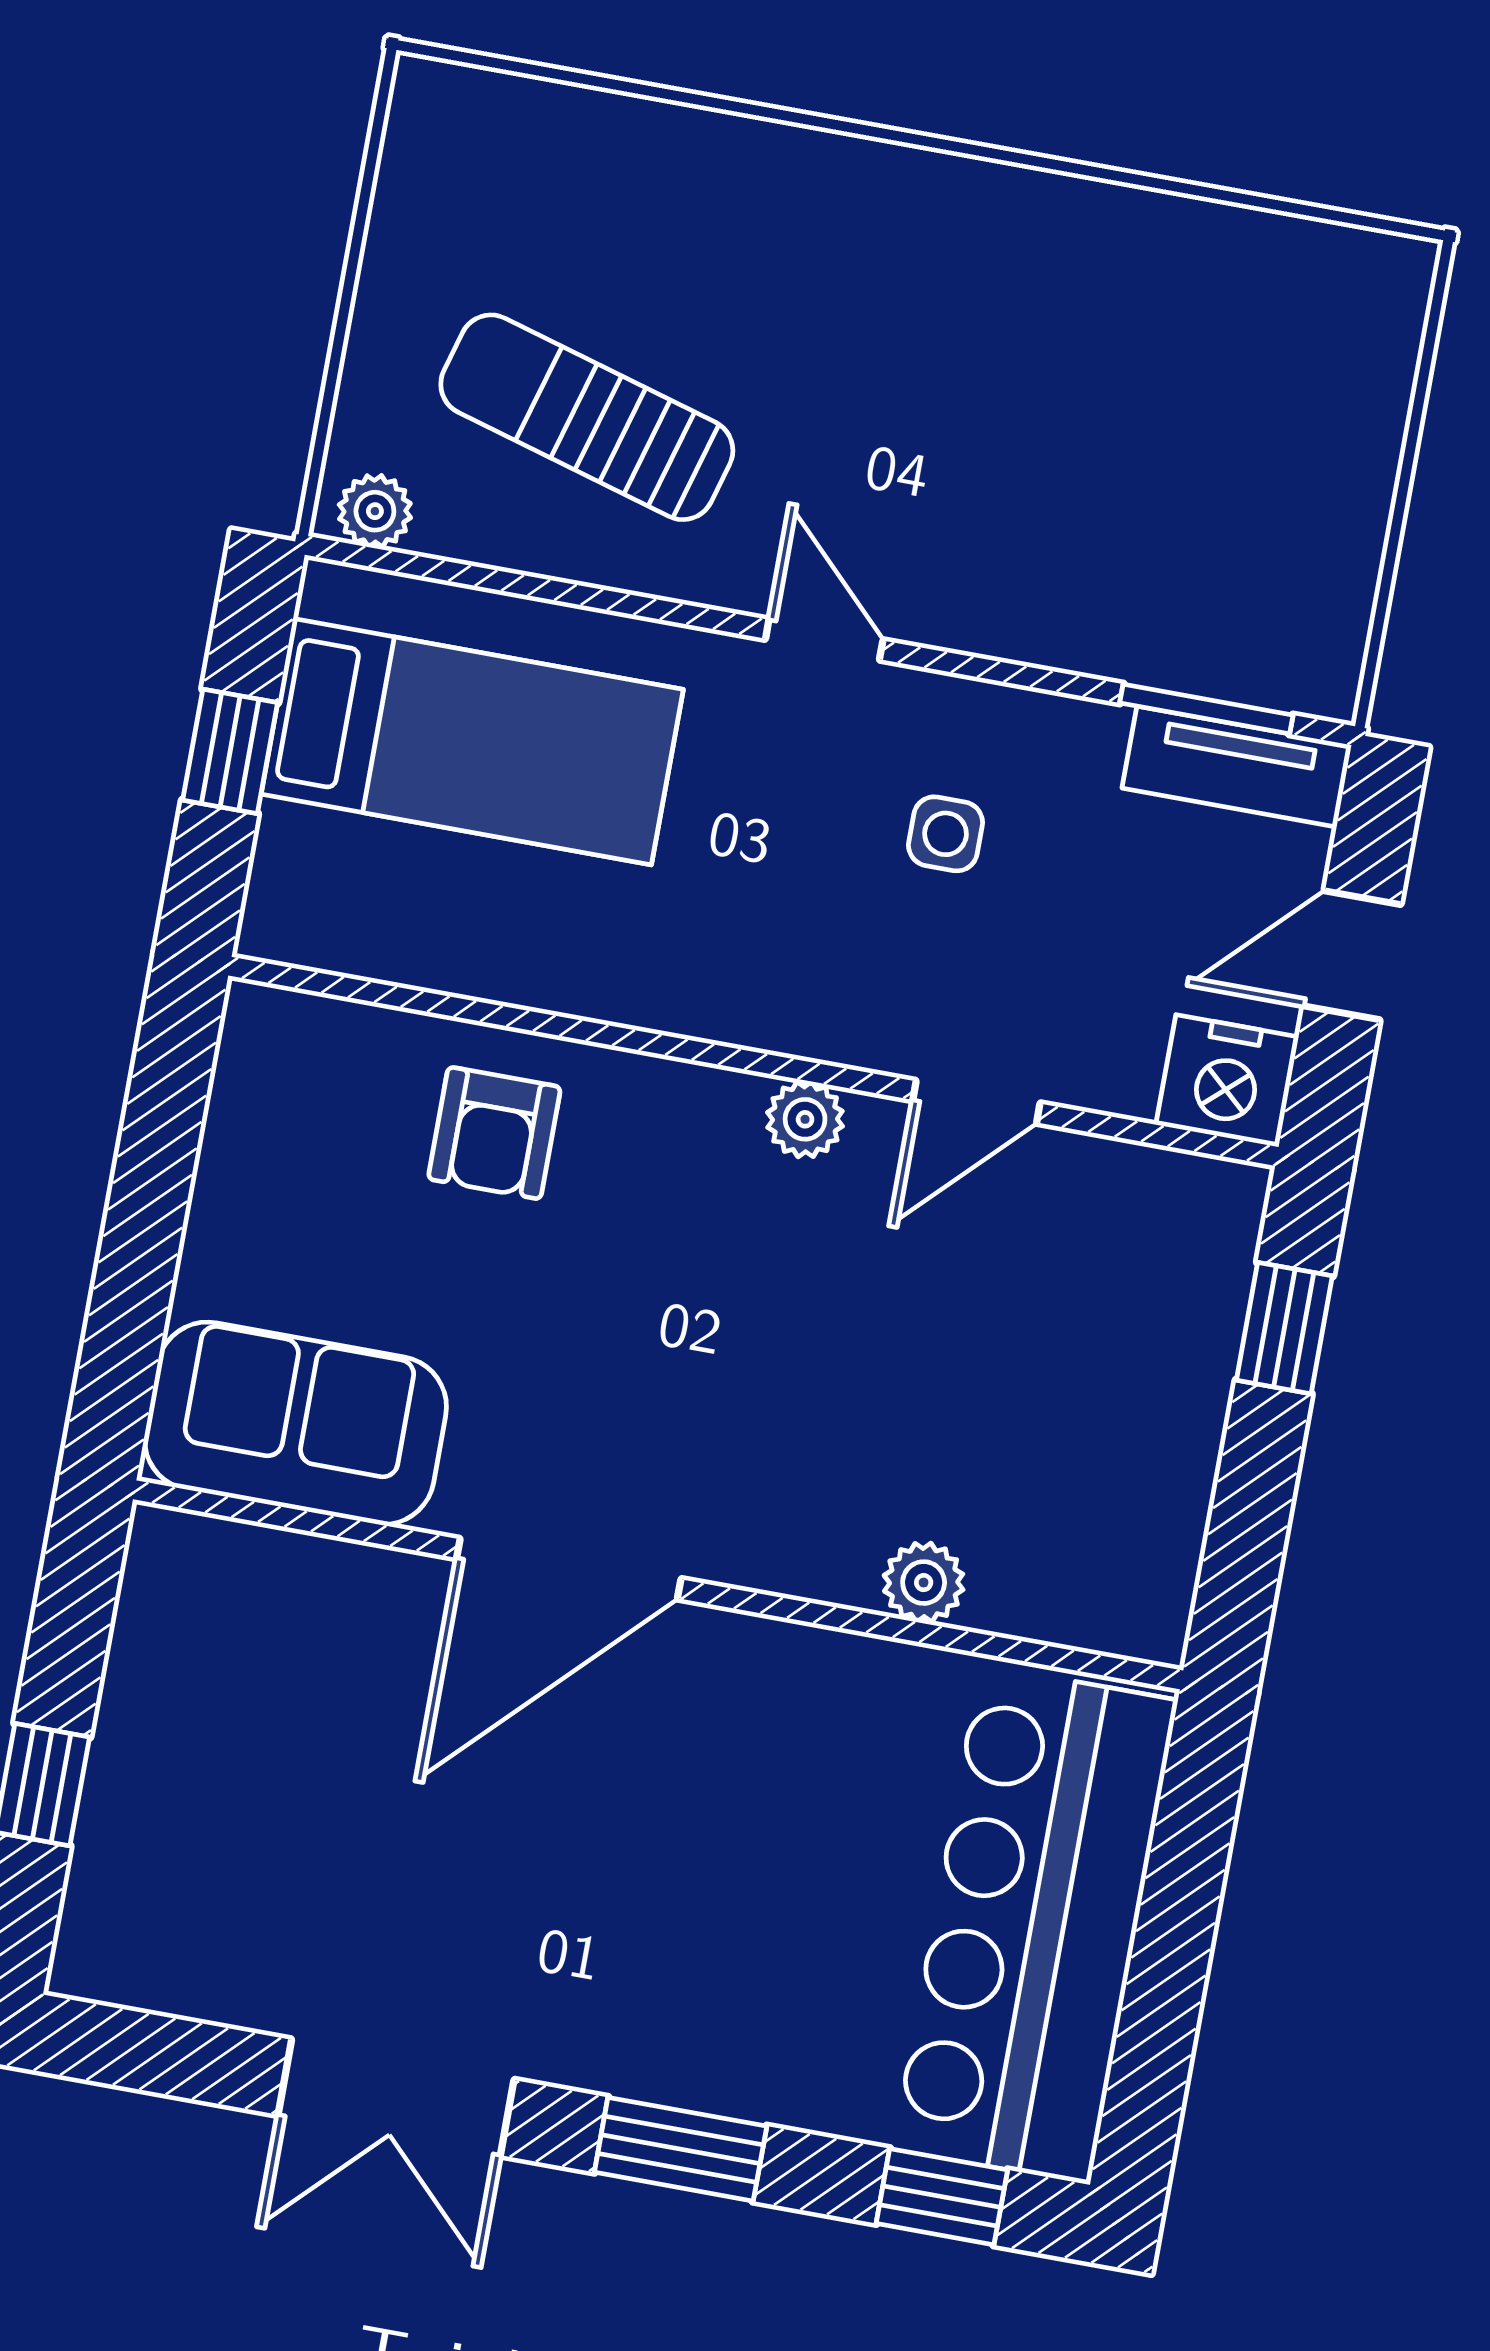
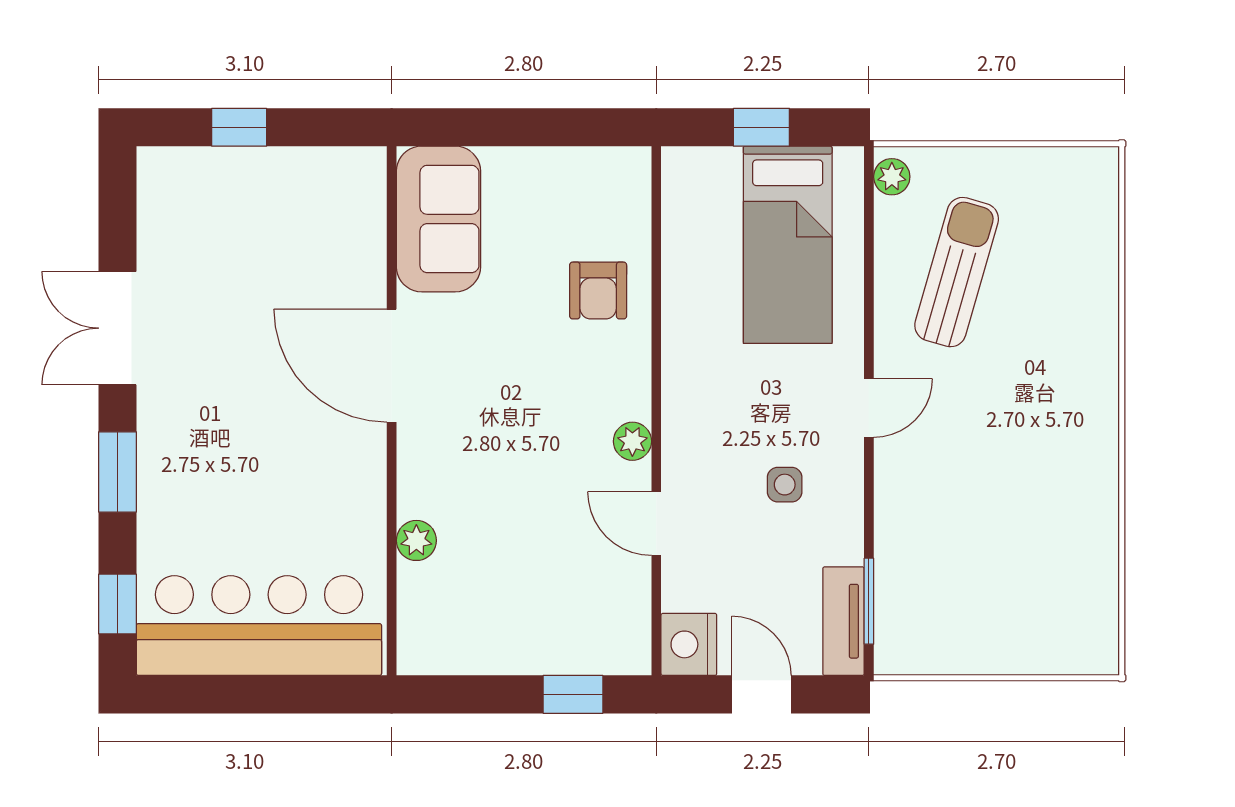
armchair: (494, 1133) -> (598, 290), turned -90

